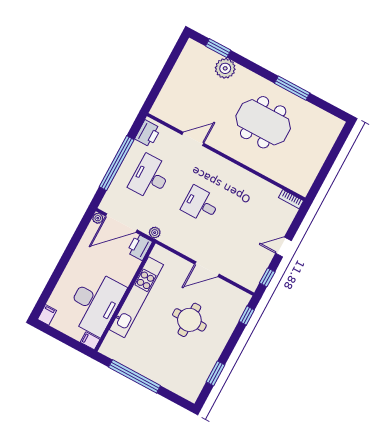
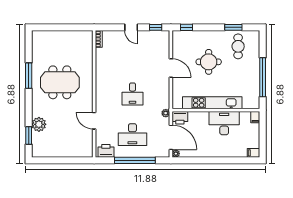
meeting table: (263, 122) -> (60, 82), turned 90
desk: (95, 303) -> (224, 123), width x0.73, depth x0.77
cafe table: (189, 367) -> (238, 46), added

